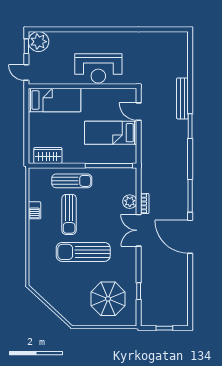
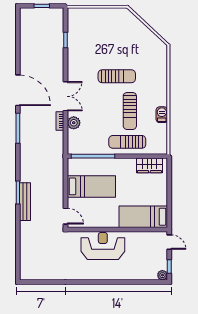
plant: (38, 42) -> (162, 275), width x0.53, depth x0.53
bench: (182, 98) -> (25, 202), moved
door: (139, 112) -> (65, 216), moved
sun lounger: (69, 214) -> (130, 111), turned 180
sun lounger: (83, 252) -> (117, 76), width x0.73, depth x0.75
parasol: (108, 299) -> (94, 33), removed

